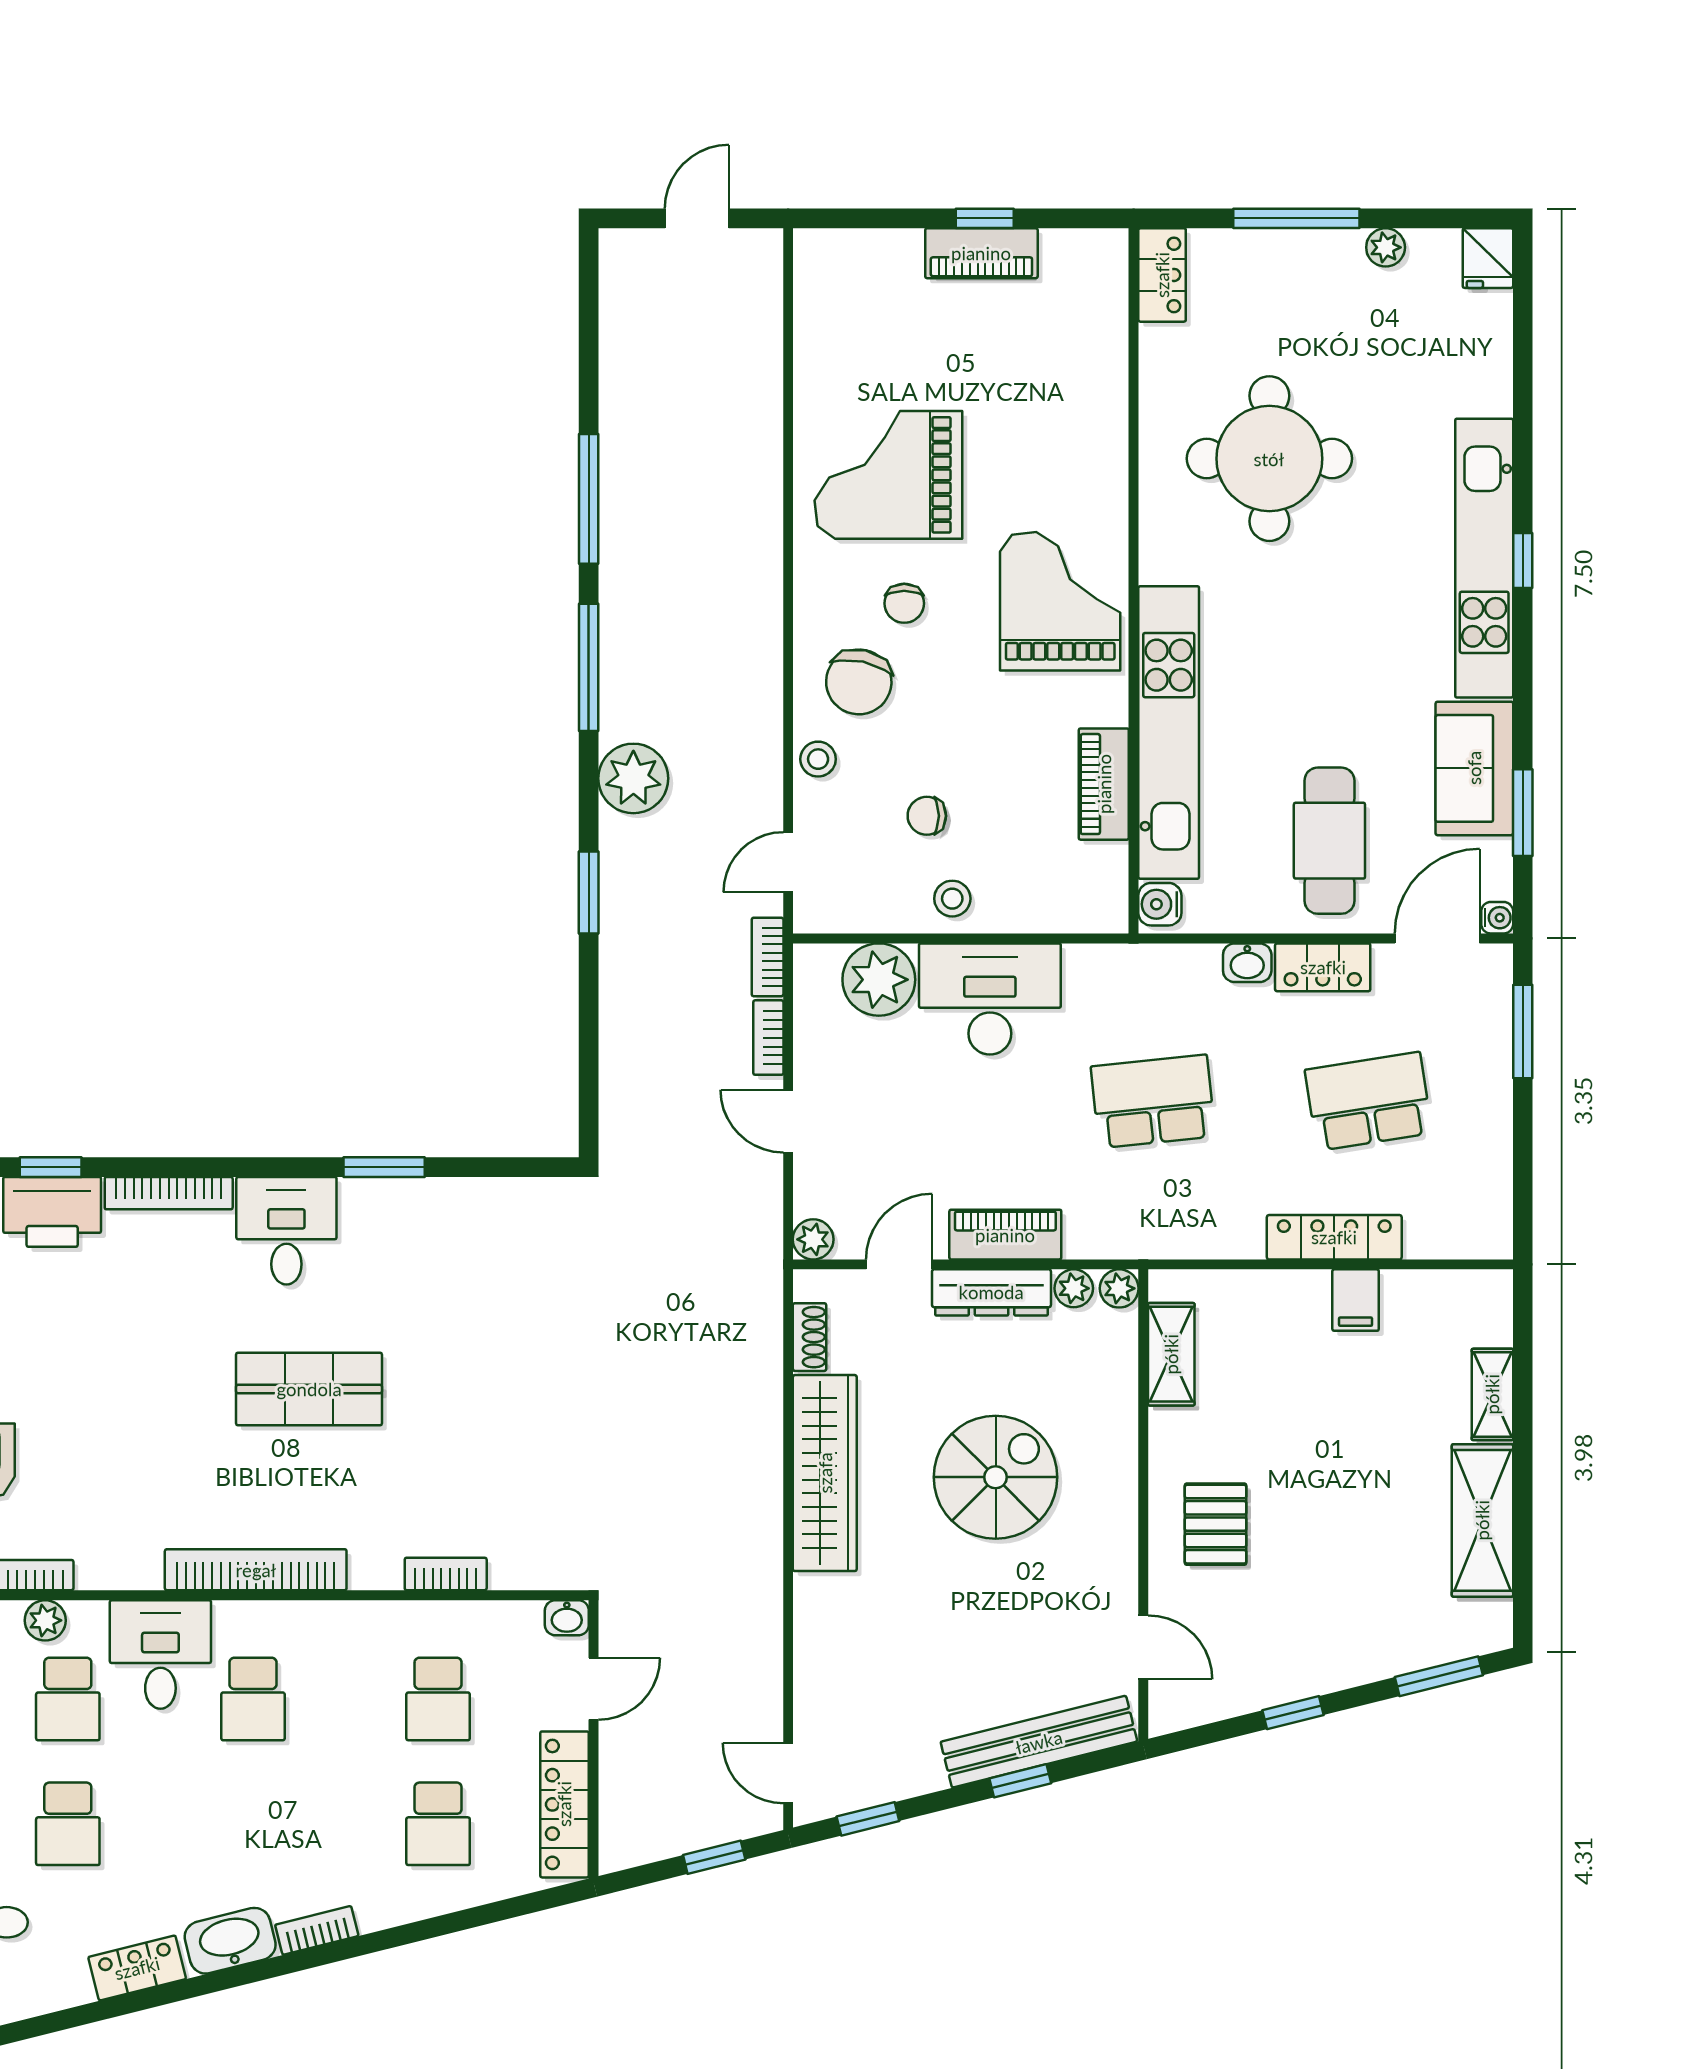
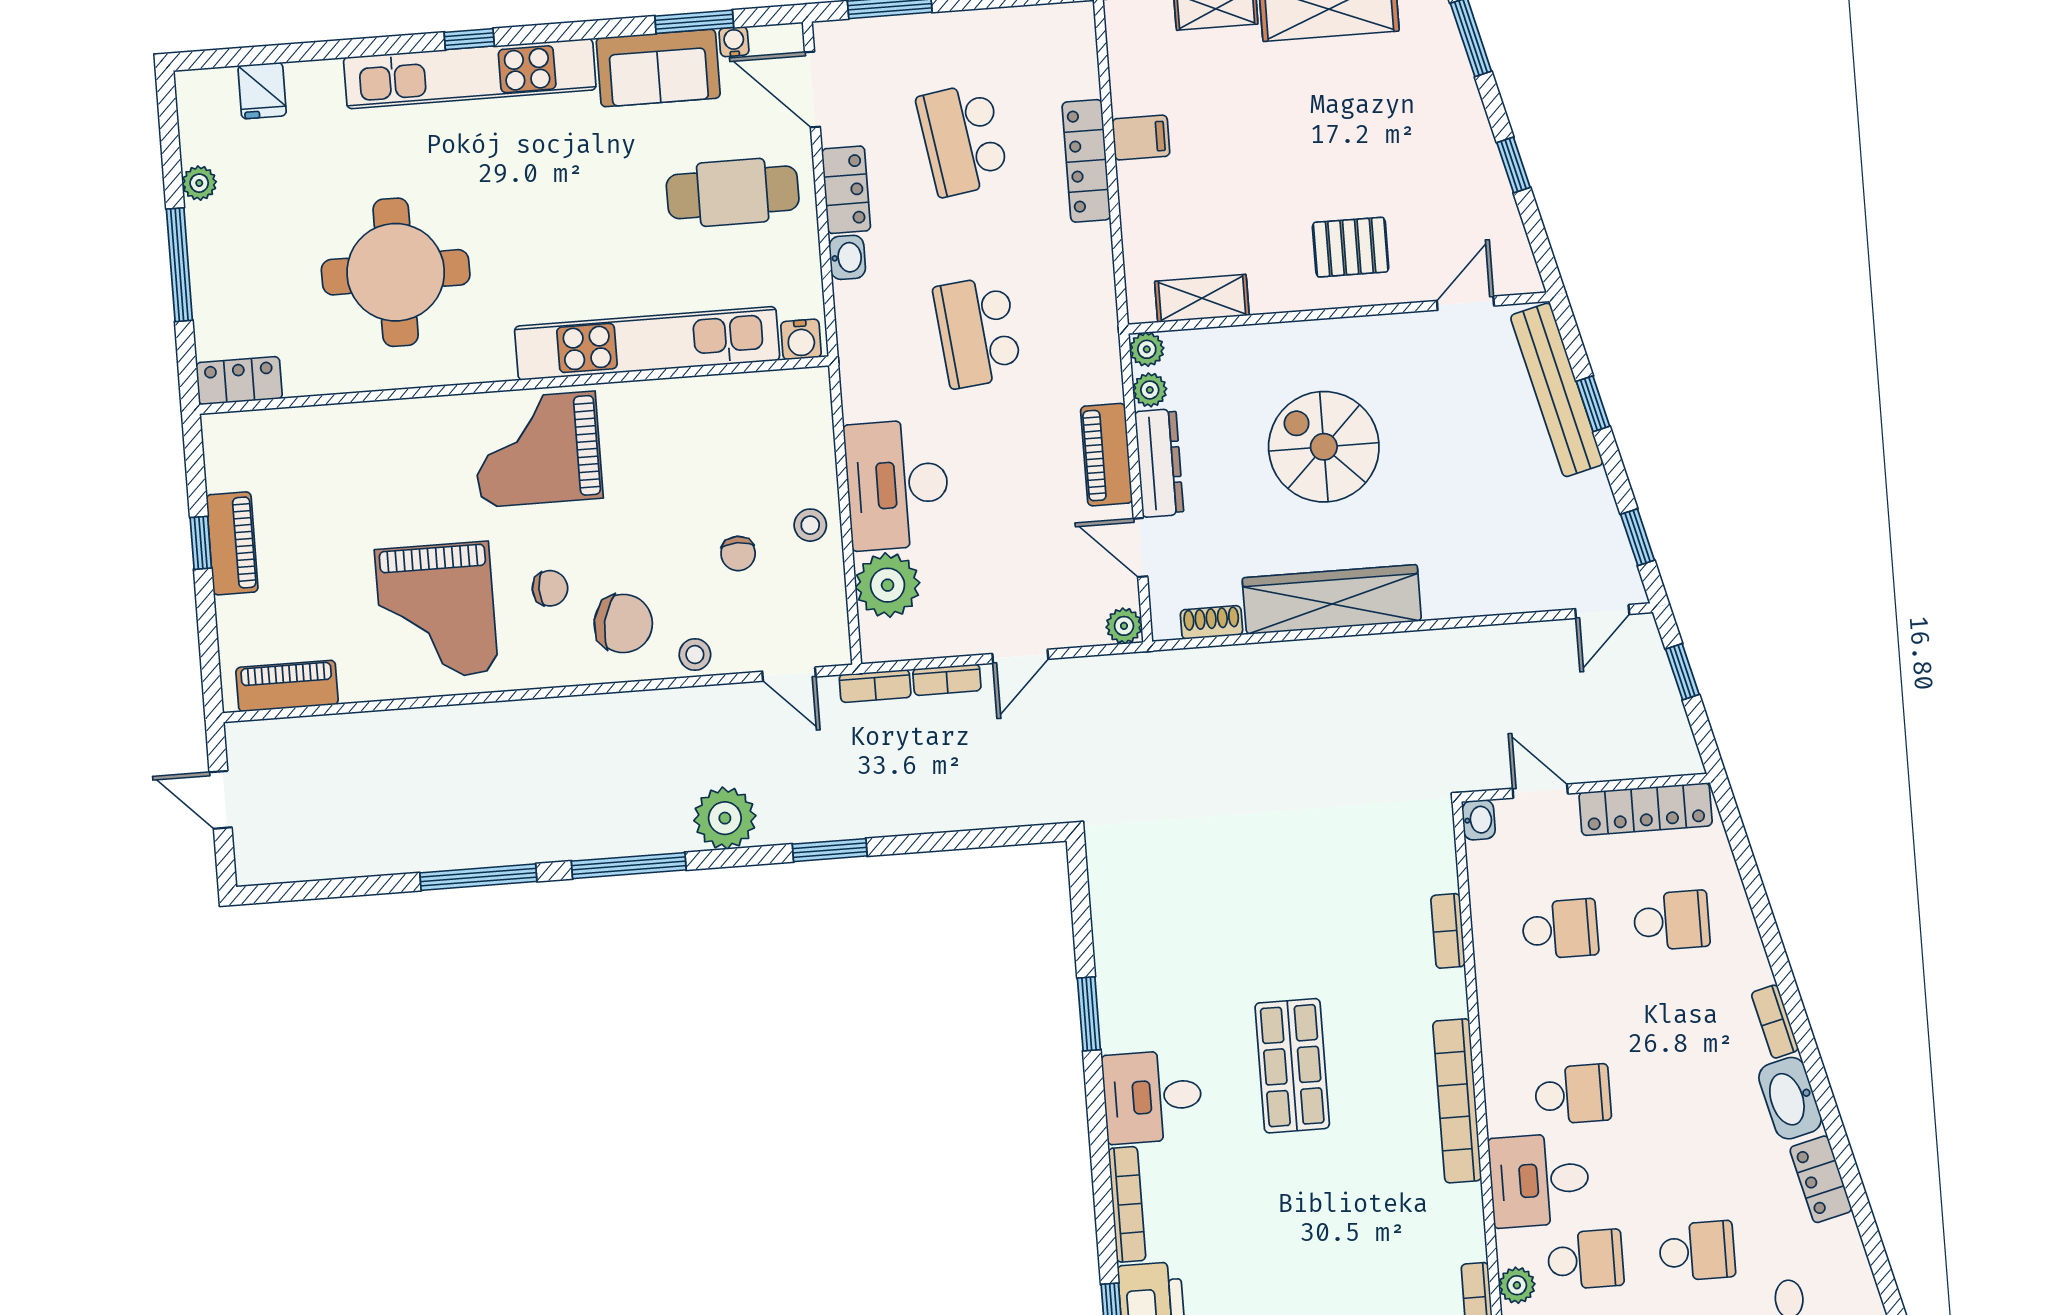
fridge: (1488, 258) -> (262, 91), moved, turned 90
piano: (1104, 784) -> (287, 686), moved, turned 180
water cooler: (1497, 918) -> (734, 42), moved

